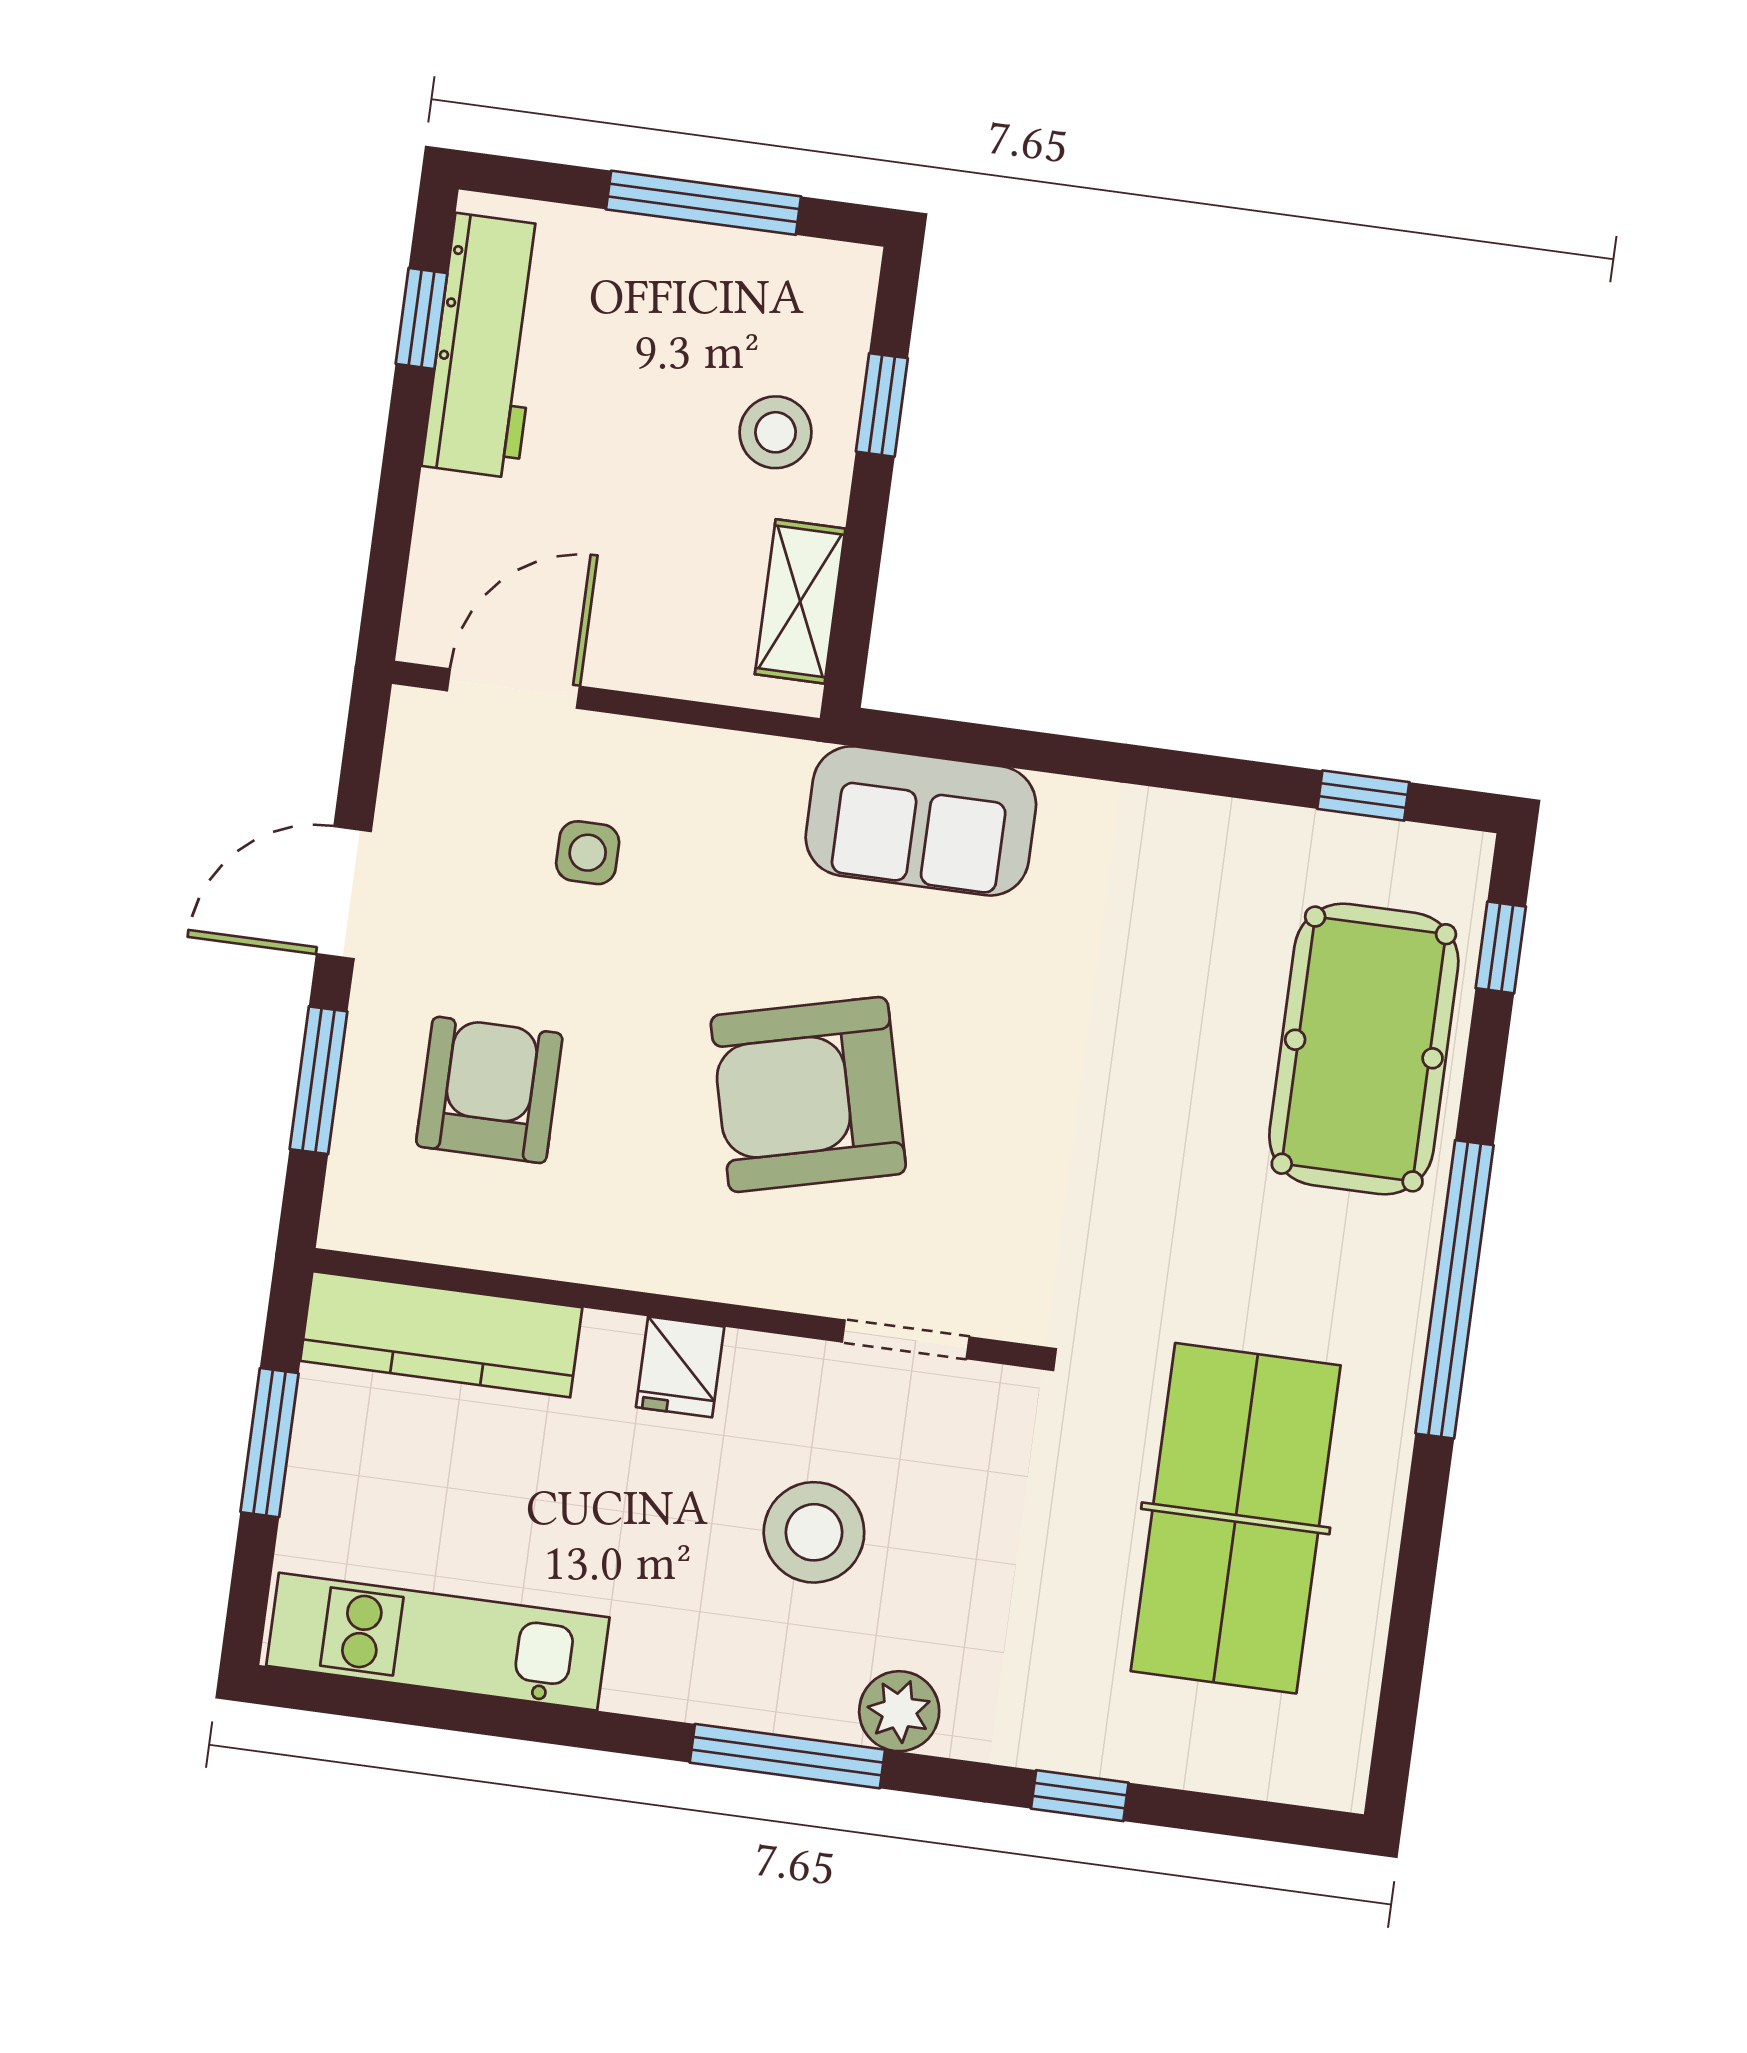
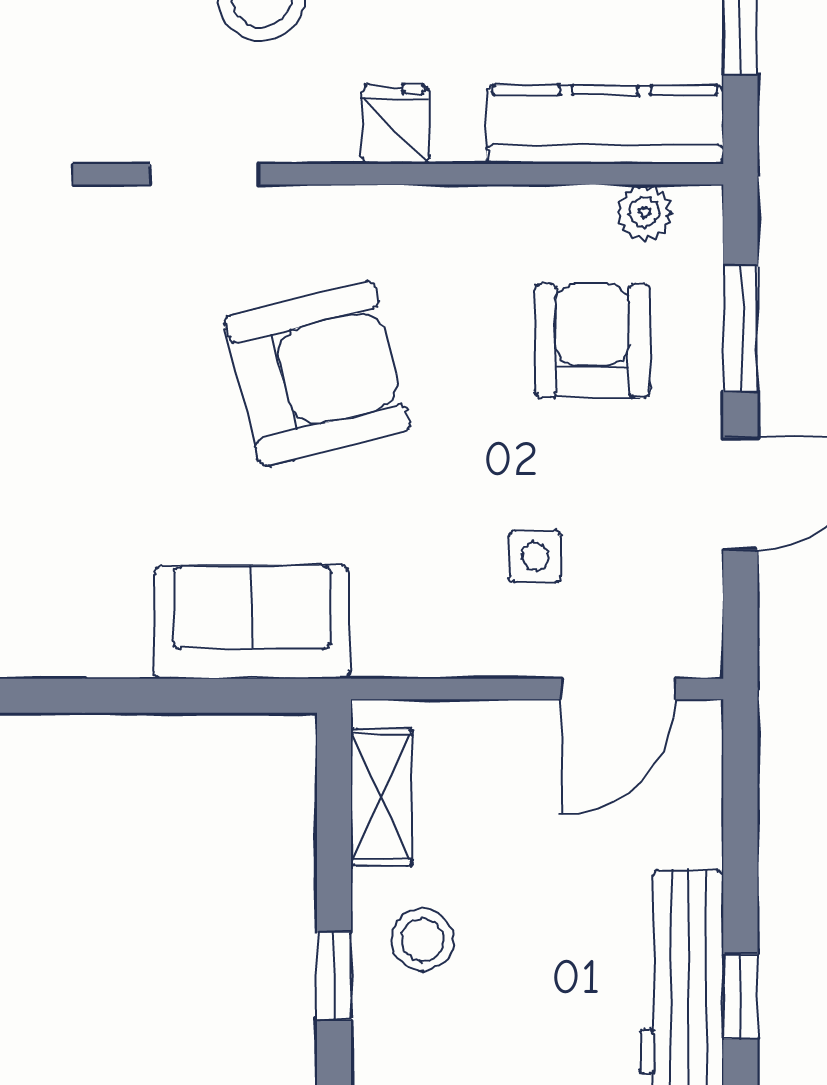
armchair: (489, 1090) -> (592, 341), turned 180
plant: (410, 1228) -> (644, 212), added

